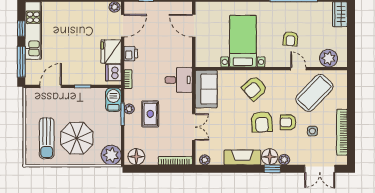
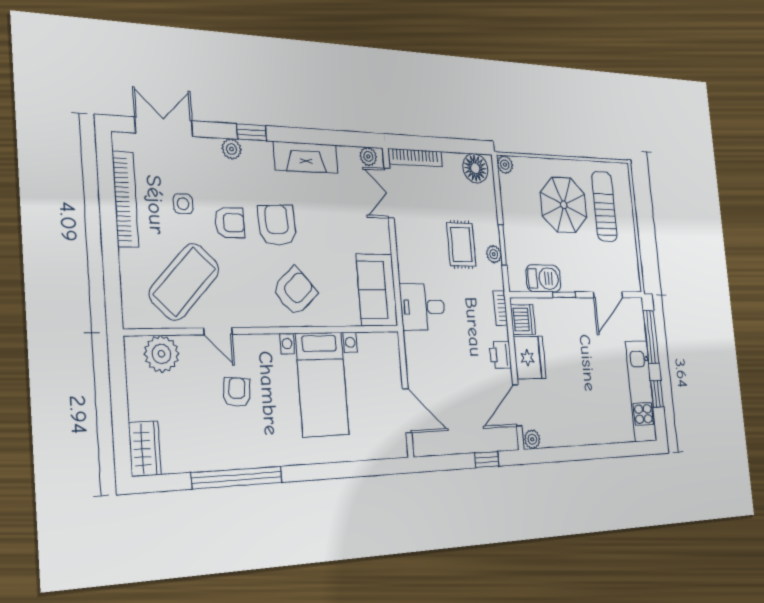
barbecue: (113, 100) -> (543, 278), moved, turned -90
double door: (194, 127) -> (389, 193), moved
plant: (111, 155) -> (505, 165), width x0.53, depth x0.53
floor lamp: (270, 157) -> (258, 156), removed

